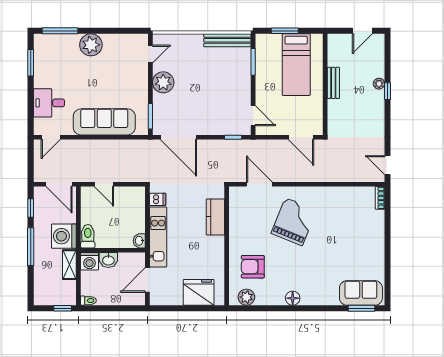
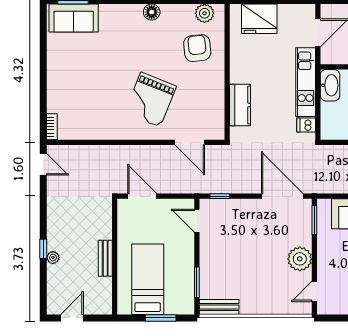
bench: (227, 40) -> (219, 307), width x0.73
washbasin: (139, 241) -> (330, 85), width x1.91, depth x1.45
armchair: (253, 267) -> (197, 48), turned -96

